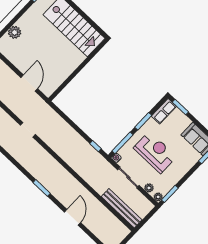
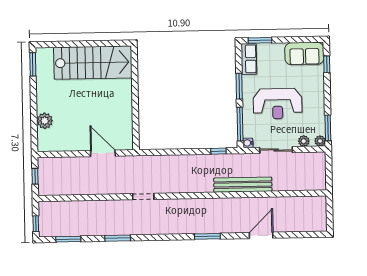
reception desk: (155, 152) -> (278, 104), turned 180
bench: (122, 208) -> (243, 185), moved
door: (72, 217) -> (261, 235), hinge flipped

